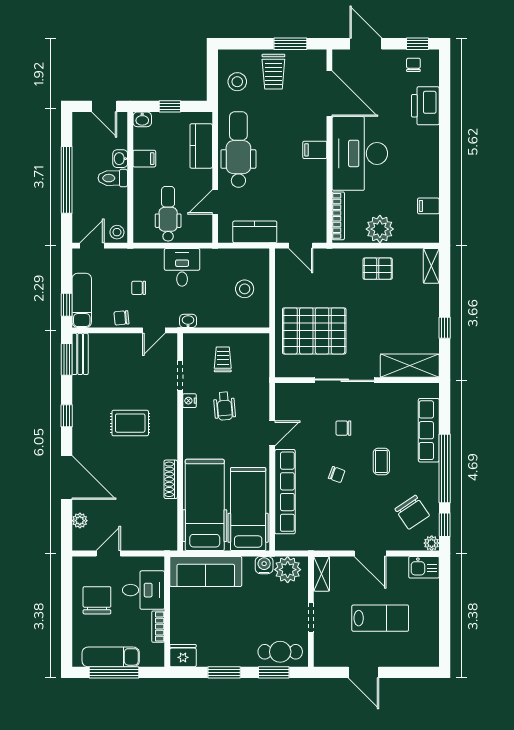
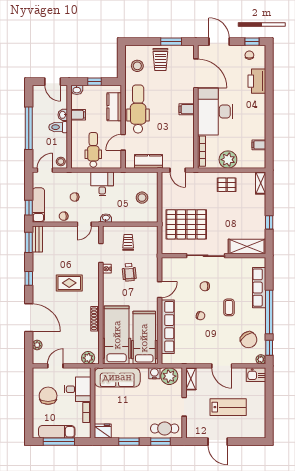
plant: (160, 541) -> (88, 358), added

